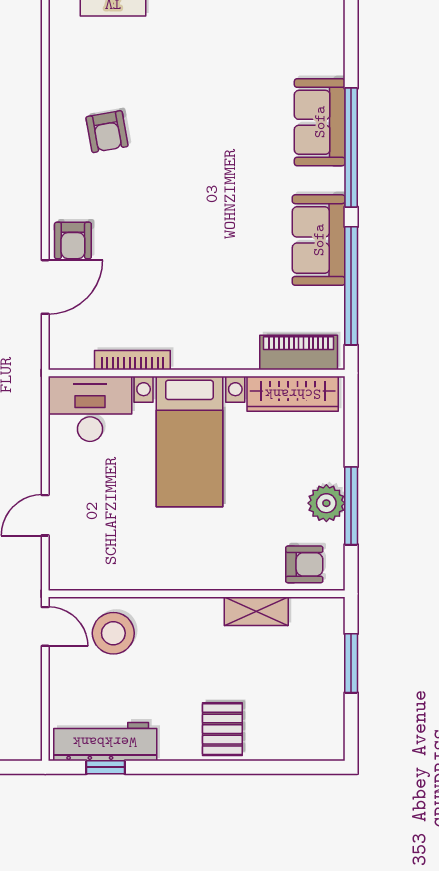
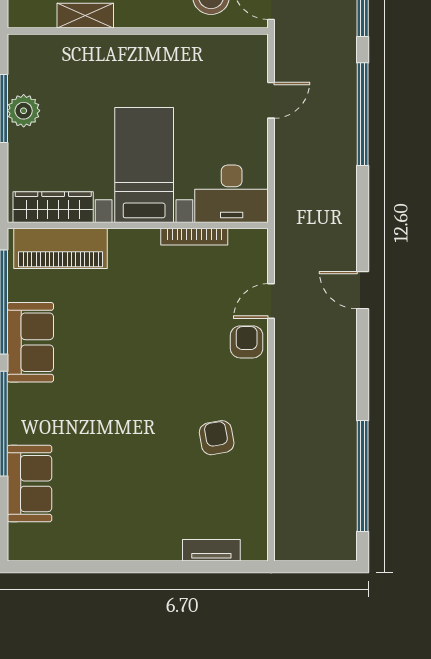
sofa: (320, 122) -> (29, 484), moved
door: (45, 287) -> (271, 301), width x0.73
piano: (299, 352) -> (61, 248), width x1.37, depth x1.33
armchair: (304, 564) -> (43, 57), removed

